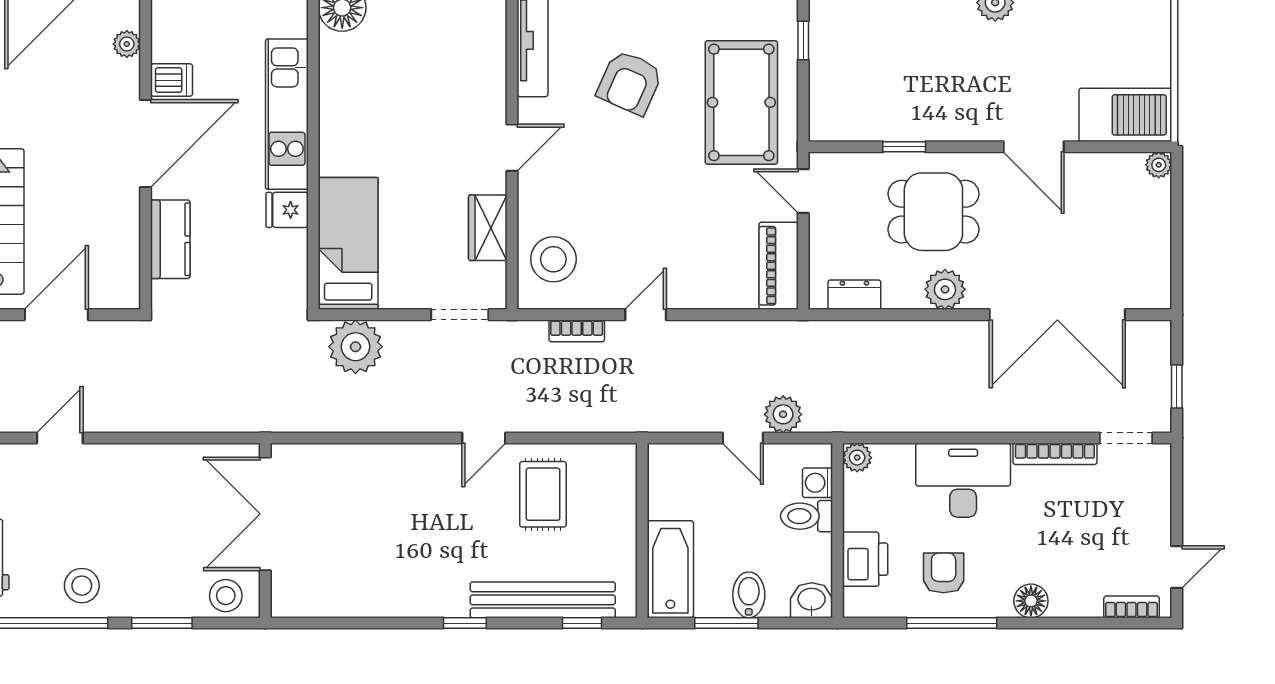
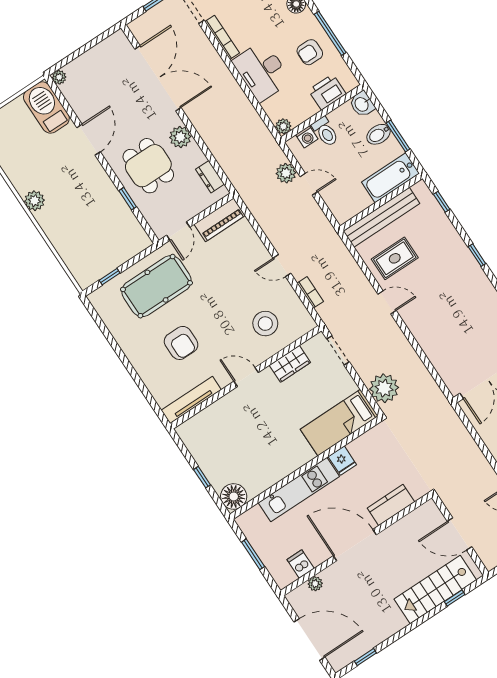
dishwasher: (172, 80) -> (301, 564), moved
armchair: (630, 83) -> (181, 343), turned 66
stool: (553, 259) -> (265, 324), moved
door: (743, 438) -> (309, 184), hinge flipped
bench: (543, 600) -> (381, 217), moved, turned 90

